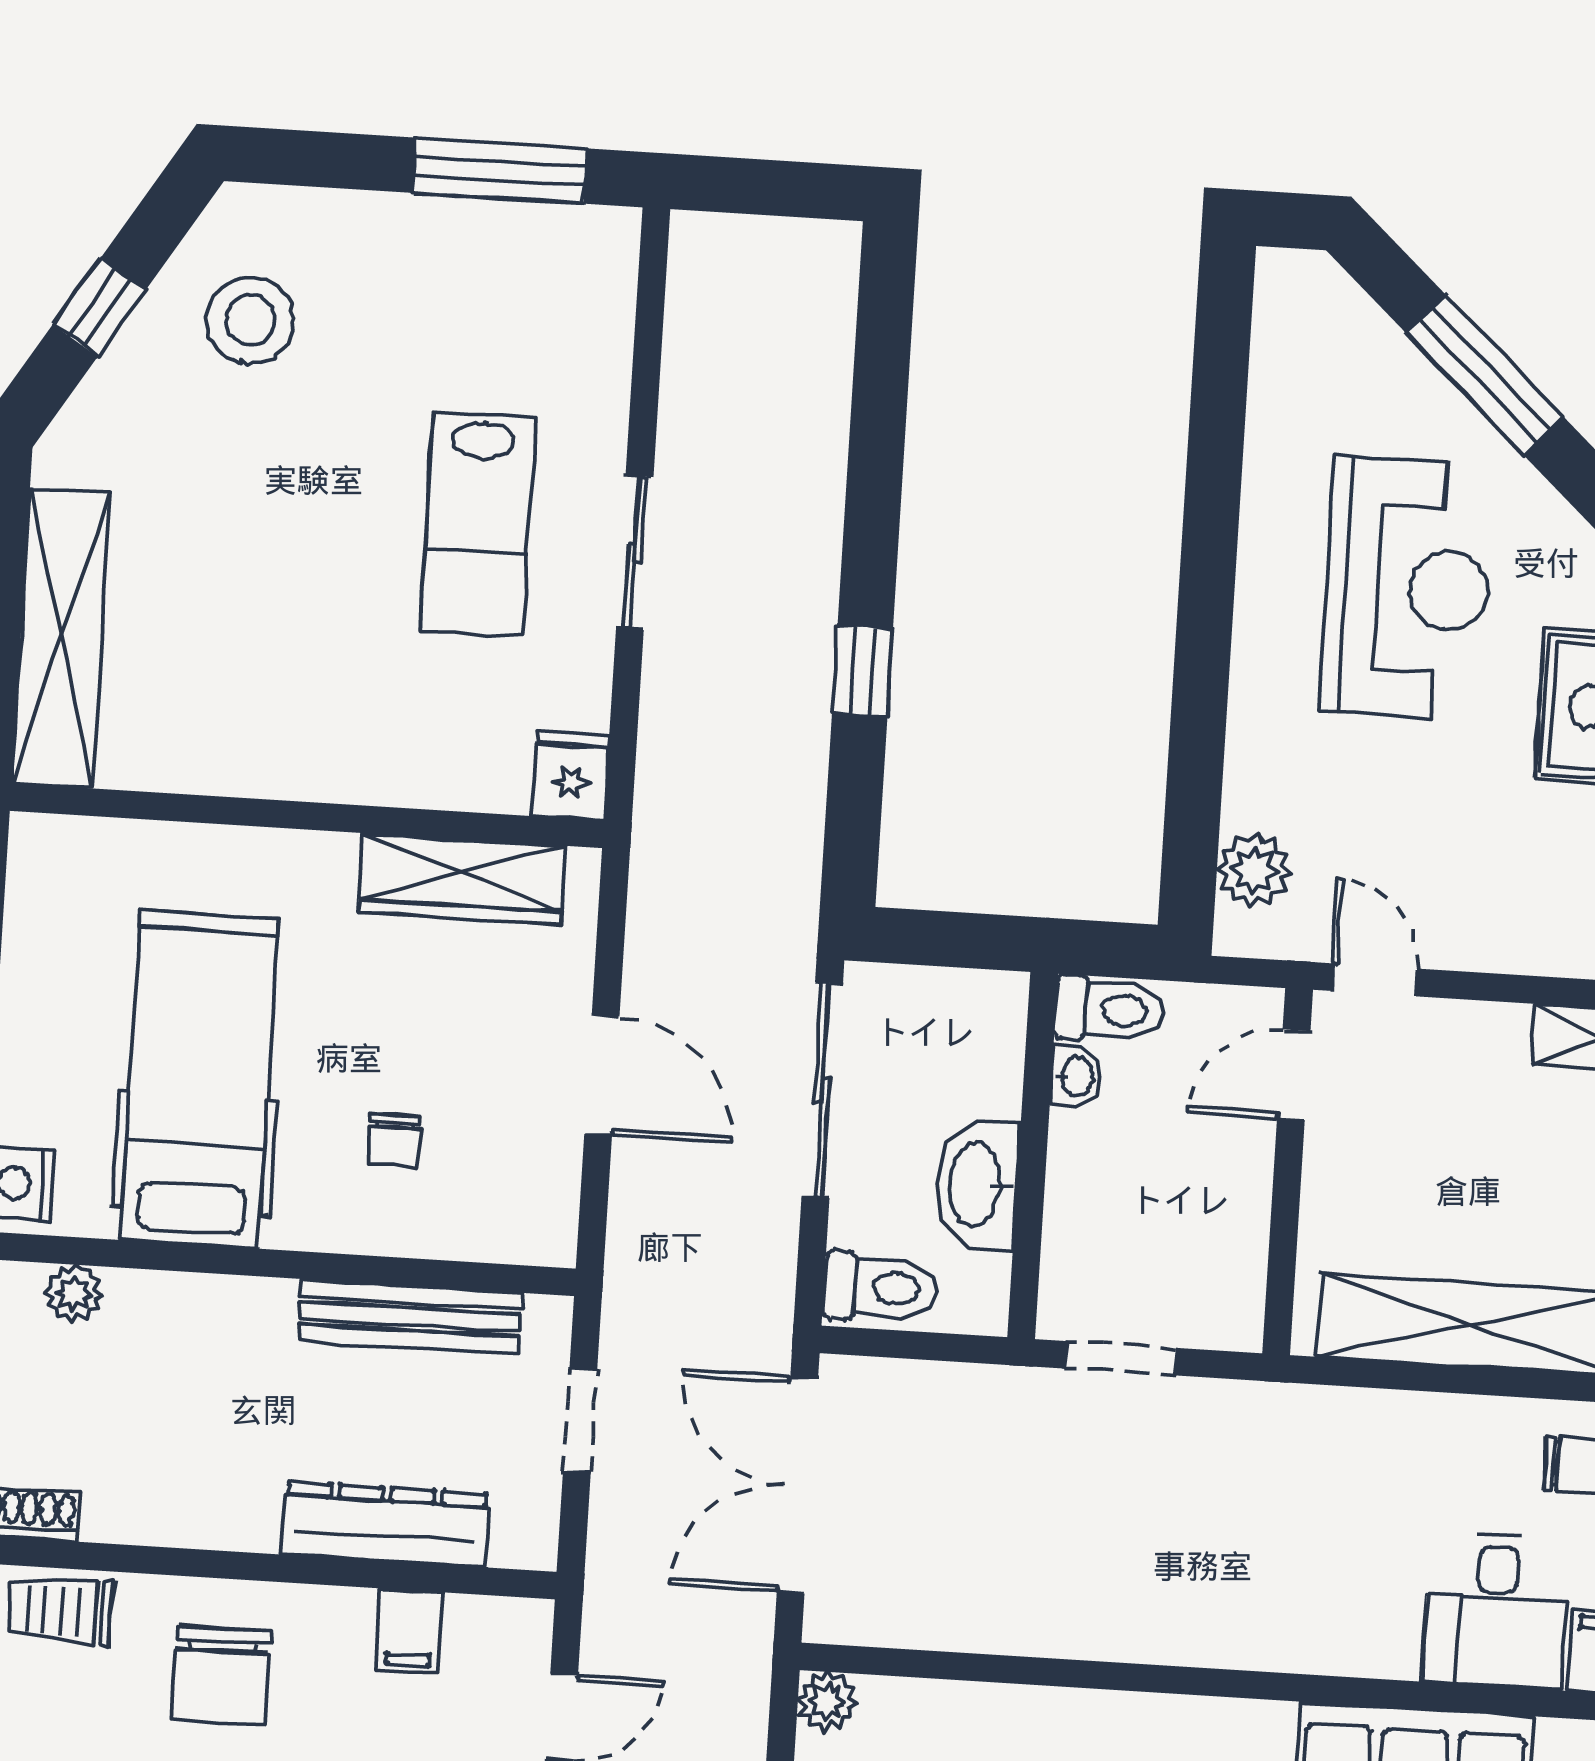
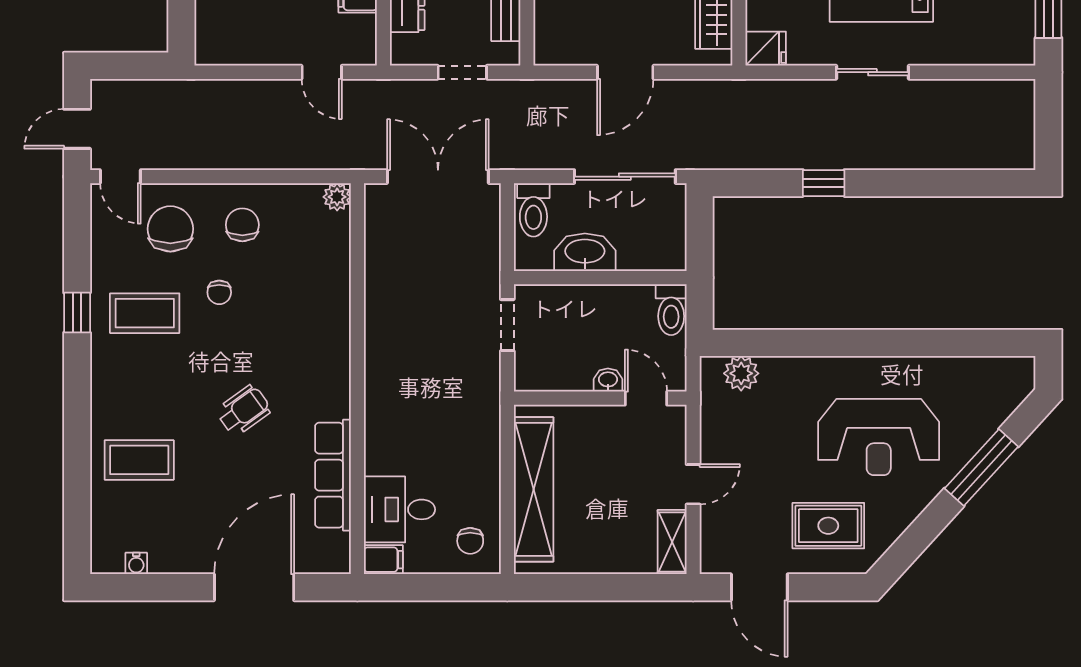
door: (1374, 980) -> (693, 484), moved
washbasin: (1076, 1077) -> (608, 380), moved, turned 180

